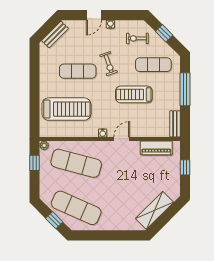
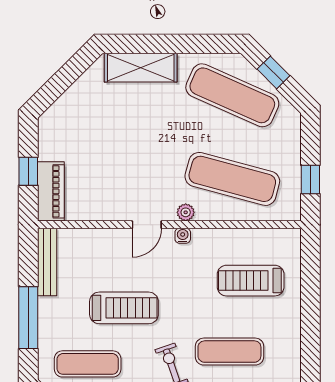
treadmill: (66, 109) -> (251, 281), width x0.73, depth x0.73
bench: (175, 124) -> (47, 262), width x1.36
plant: (44, 145) -> (186, 212), moved
piano: (156, 148) -> (51, 191), moved, turned 90
shelving: (154, 210) -> (141, 68), moved, turned 45

